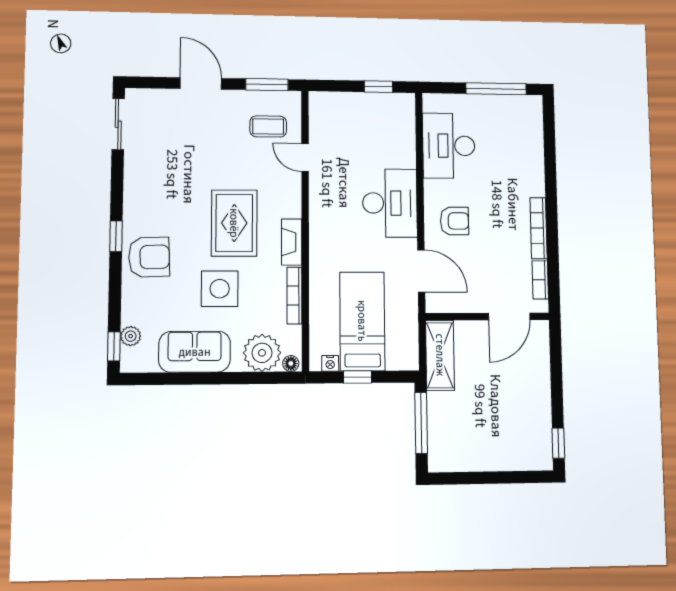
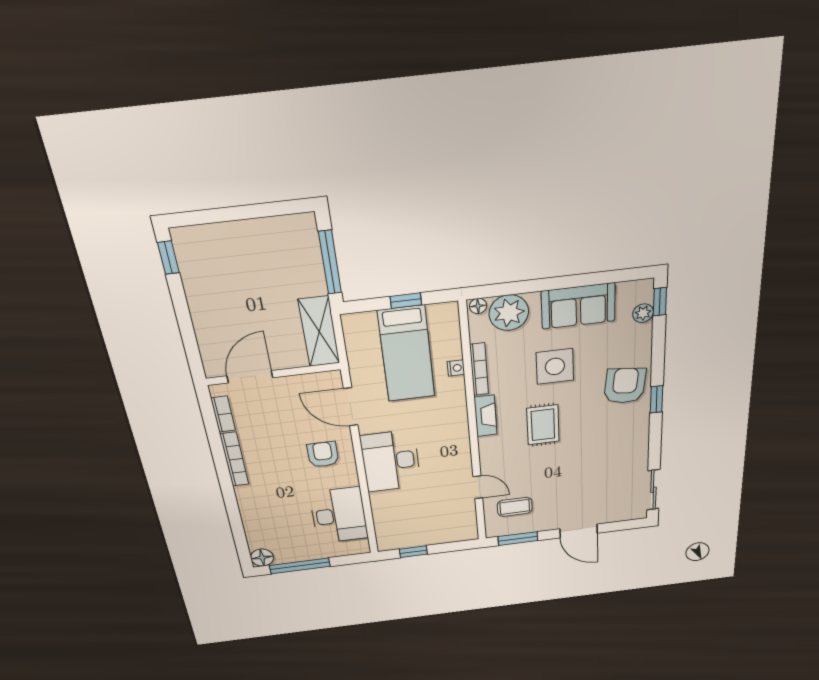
floor lamp: (532, 106) -> (262, 558), added
armchair: (454, 221) -> (323, 454), turned 90
rug: (234, 223) -> (543, 425), width x0.73, depth x0.70
armchair: (149, 257) -> (625, 386), turned 98
nightstand: (330, 363) -> (456, 368), moved, turned 90

